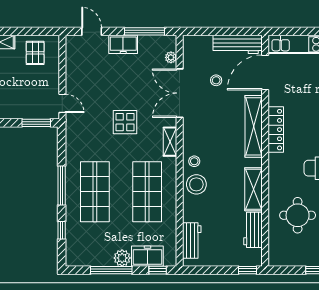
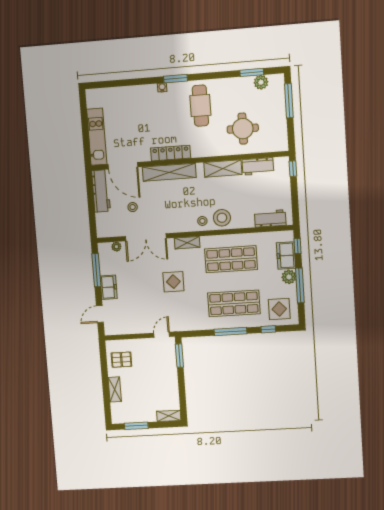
display table: (85, 244) -> (279, 309), added

